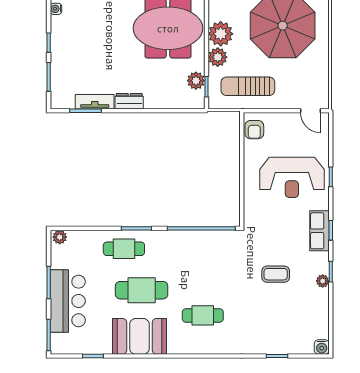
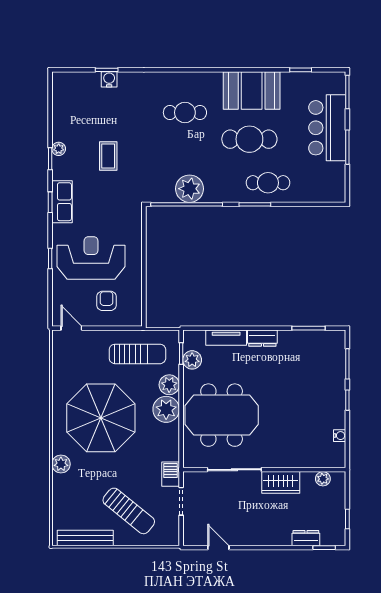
tv unit: (95, 102) -> (226, 338), moved
armchair: (254, 130) -> (107, 301), moved
plant: (60, 237) -> (190, 189), moved, width x1.87, depth x1.87
coffee table: (276, 274) -> (108, 156), turned 90
water cooler: (322, 347) -> (109, 79), moved

